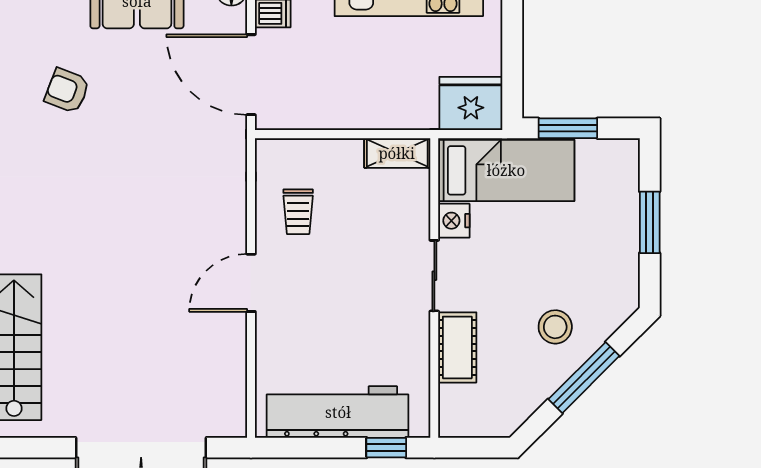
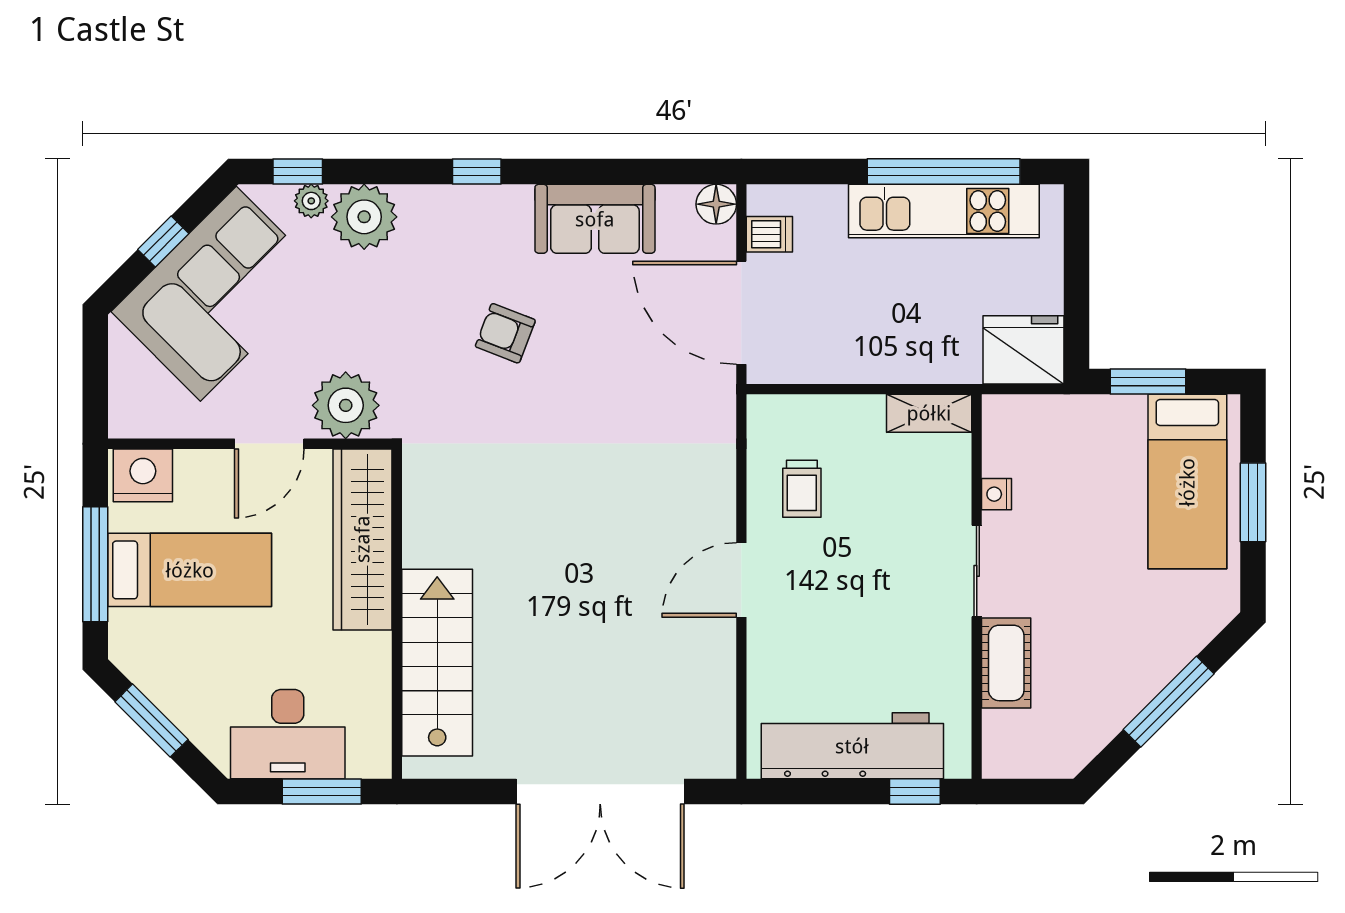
bed: (506, 170) -> (1187, 482), moved, turned 90
nightstand: (454, 221) -> (997, 494), width x0.72, depth x0.74
stool: (555, 327) -> (1132, 637), removed

